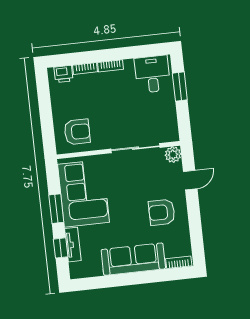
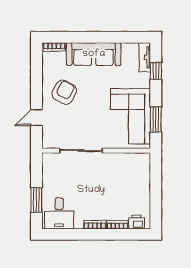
armchair: (77, 132) -> (130, 170), removed
plant: (173, 155) -> (49, 141), removed
window: (56, 209) -> (156, 120), moved
armchair: (162, 212) -> (64, 92), turned -62
tv unit: (73, 245) -> (145, 57), moved

